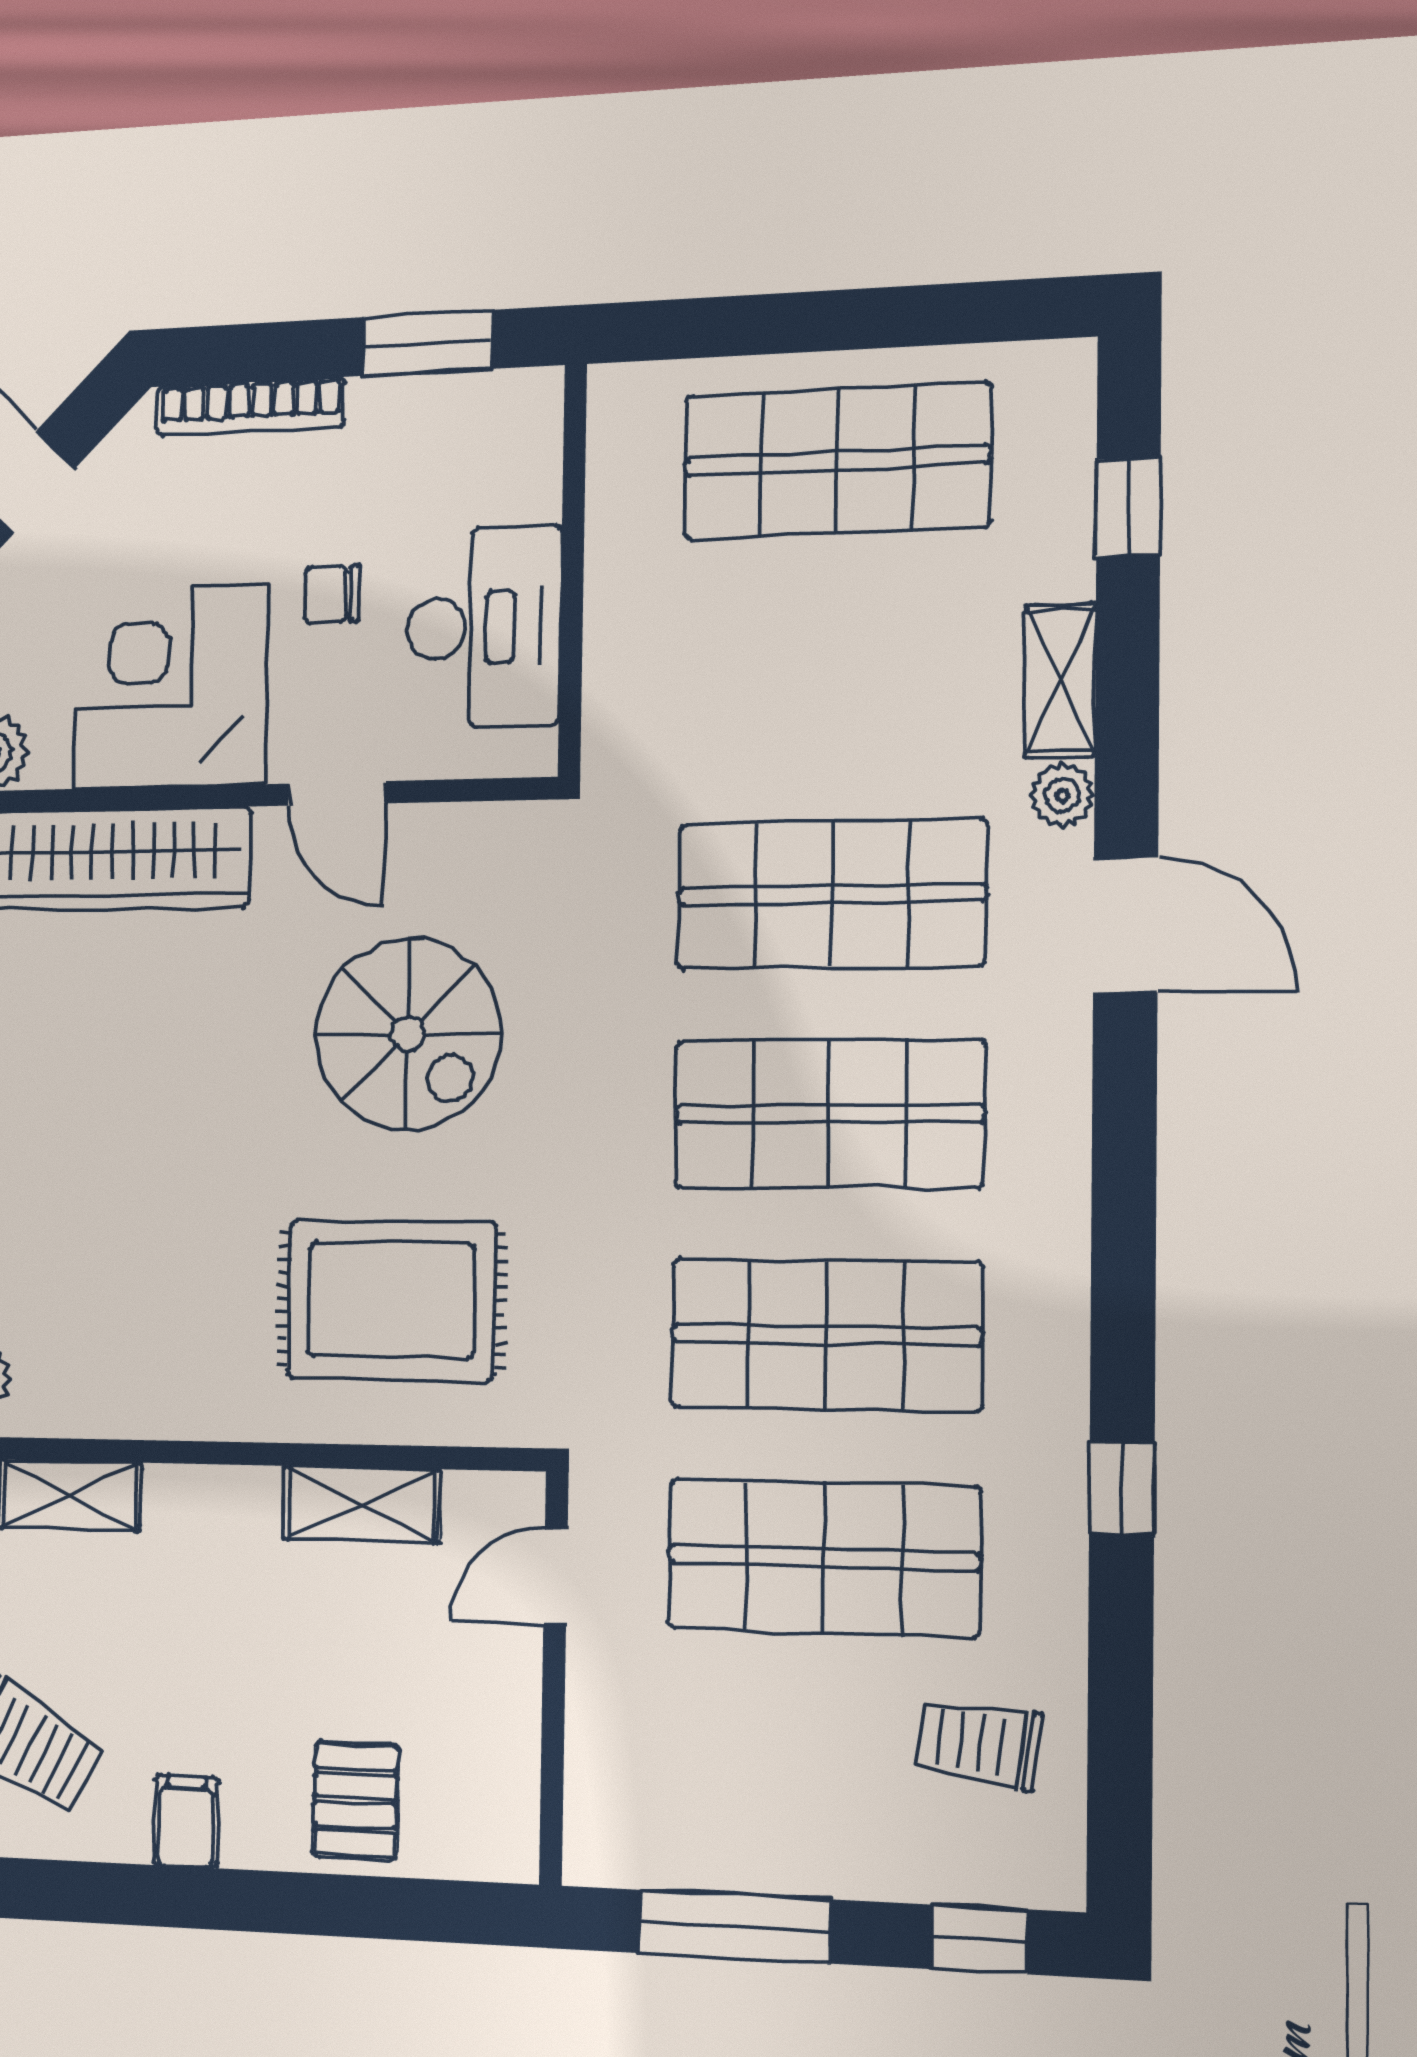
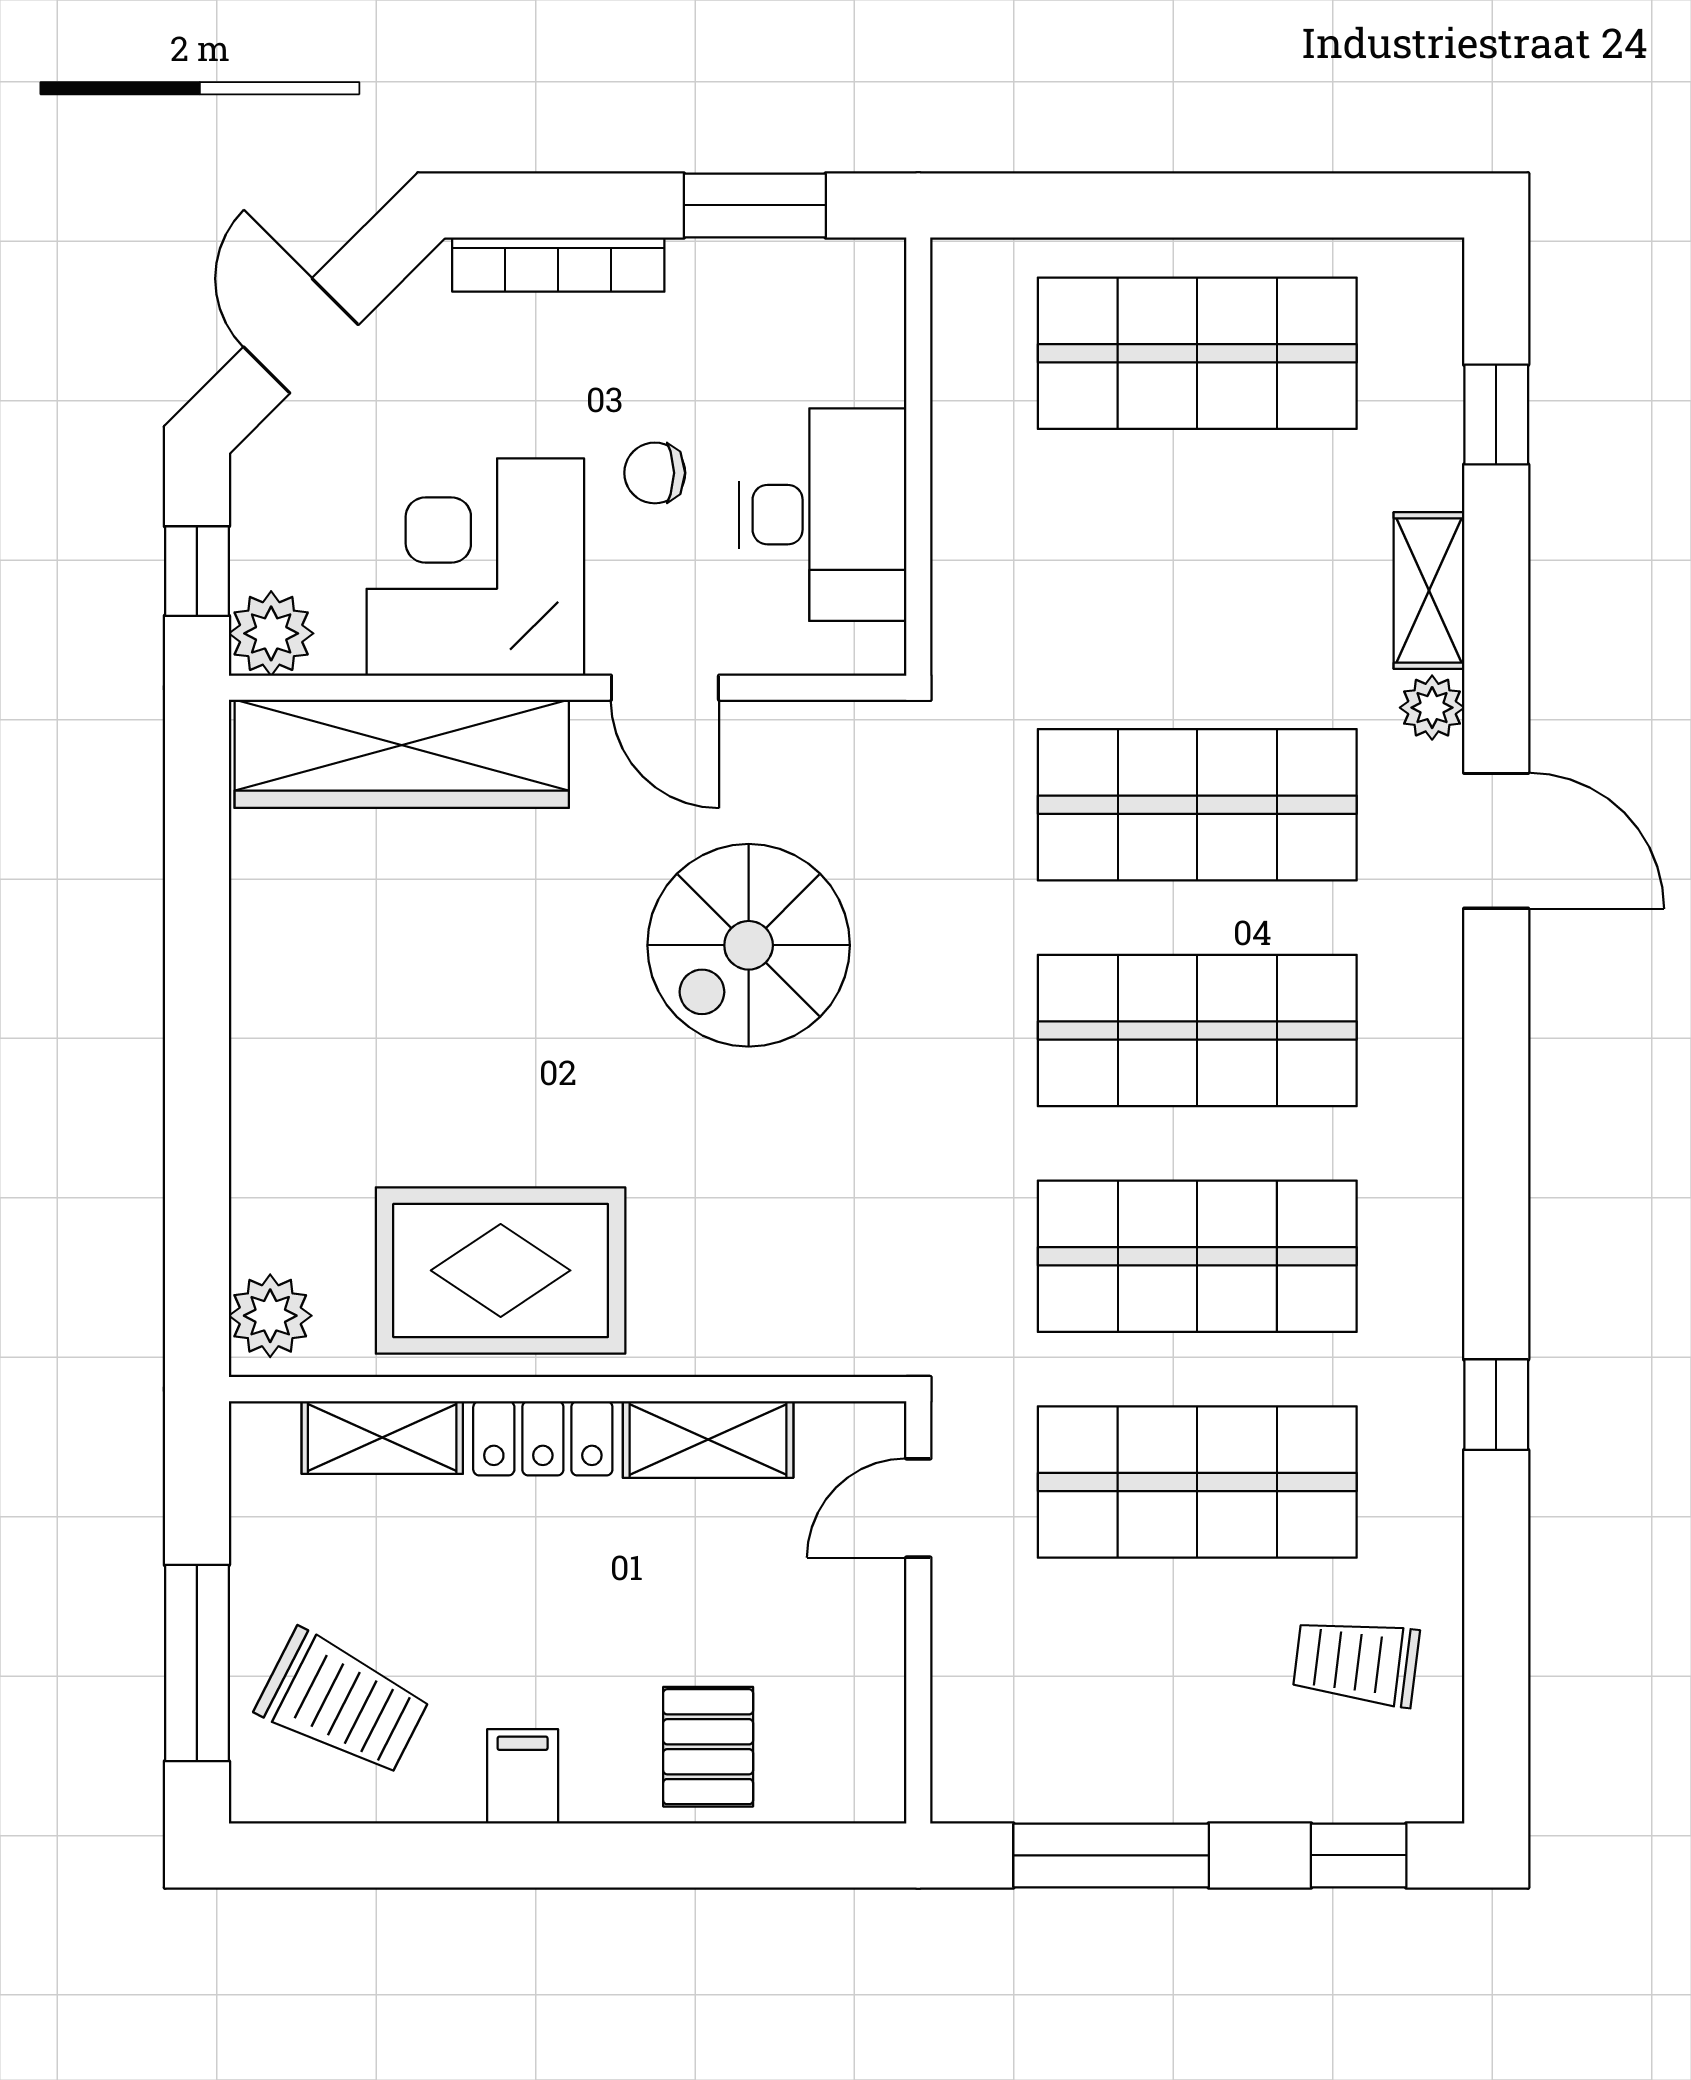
spiral stairs: (408, 1034) -> (749, 945), turned 90
rug: (391, 1300) -> (501, 1270), moved
locker: (212, 1499) -> (543, 1438), added

